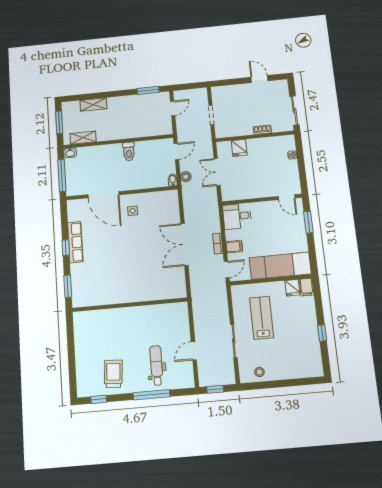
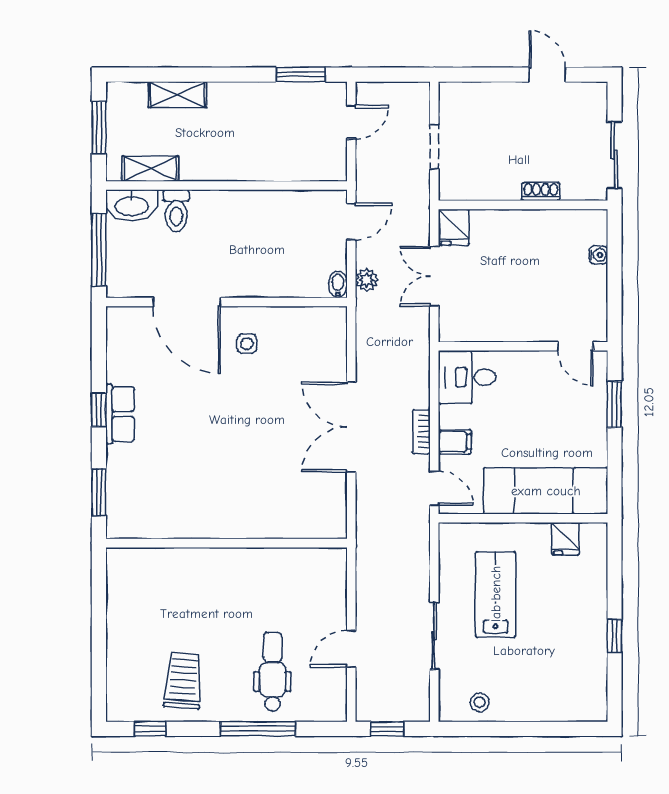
fridge: (239, 148) -> (454, 227), moved
toilet: (129, 151) -> (176, 211), moved
washbasin: (70, 153) -> (132, 205), width x1.91, depth x1.45
row of seats: (75, 242) -> (120, 414), width x0.68
door: (227, 270) -> (434, 488), hinge flipped
filing cabinet: (307, 287) -> (594, 540), removed

